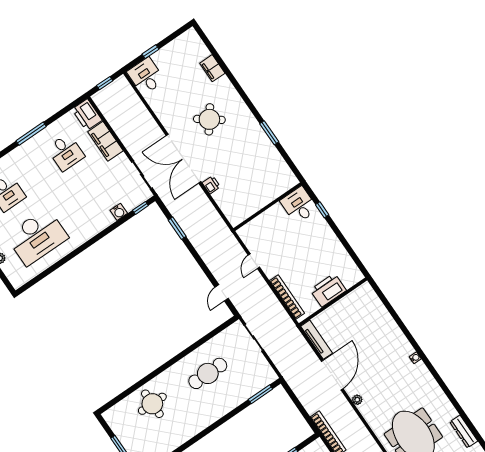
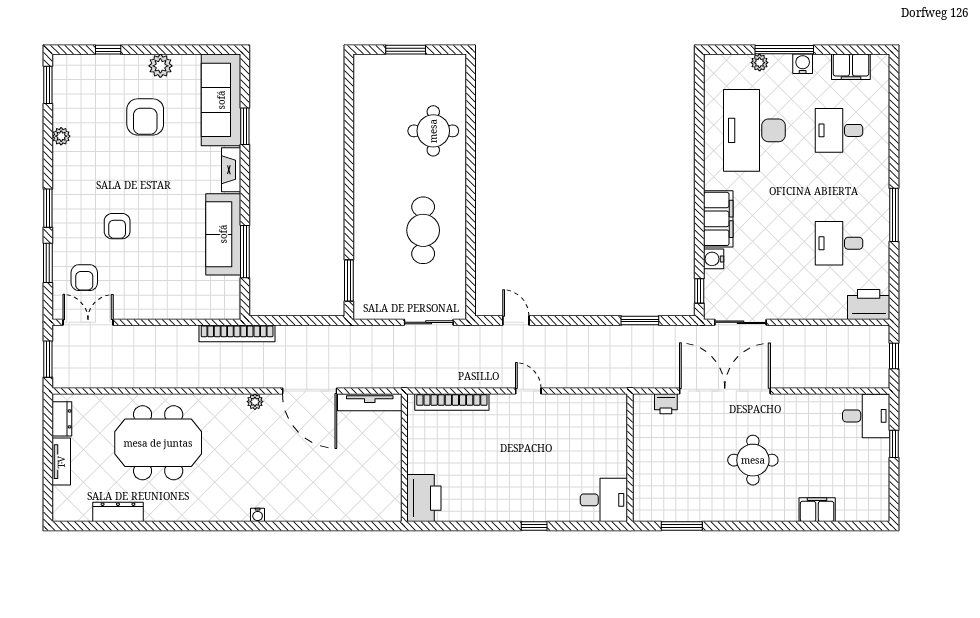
round table: (209, 119) -> (753, 460), turned -37
filing cabinet: (105, 141) -> (718, 219), moved, turned 90
desk: (299, 205) -> (604, 500), moved
wall: (268, 207) -> (630, 458), moved
printer: (328, 290) -> (424, 498), moved

